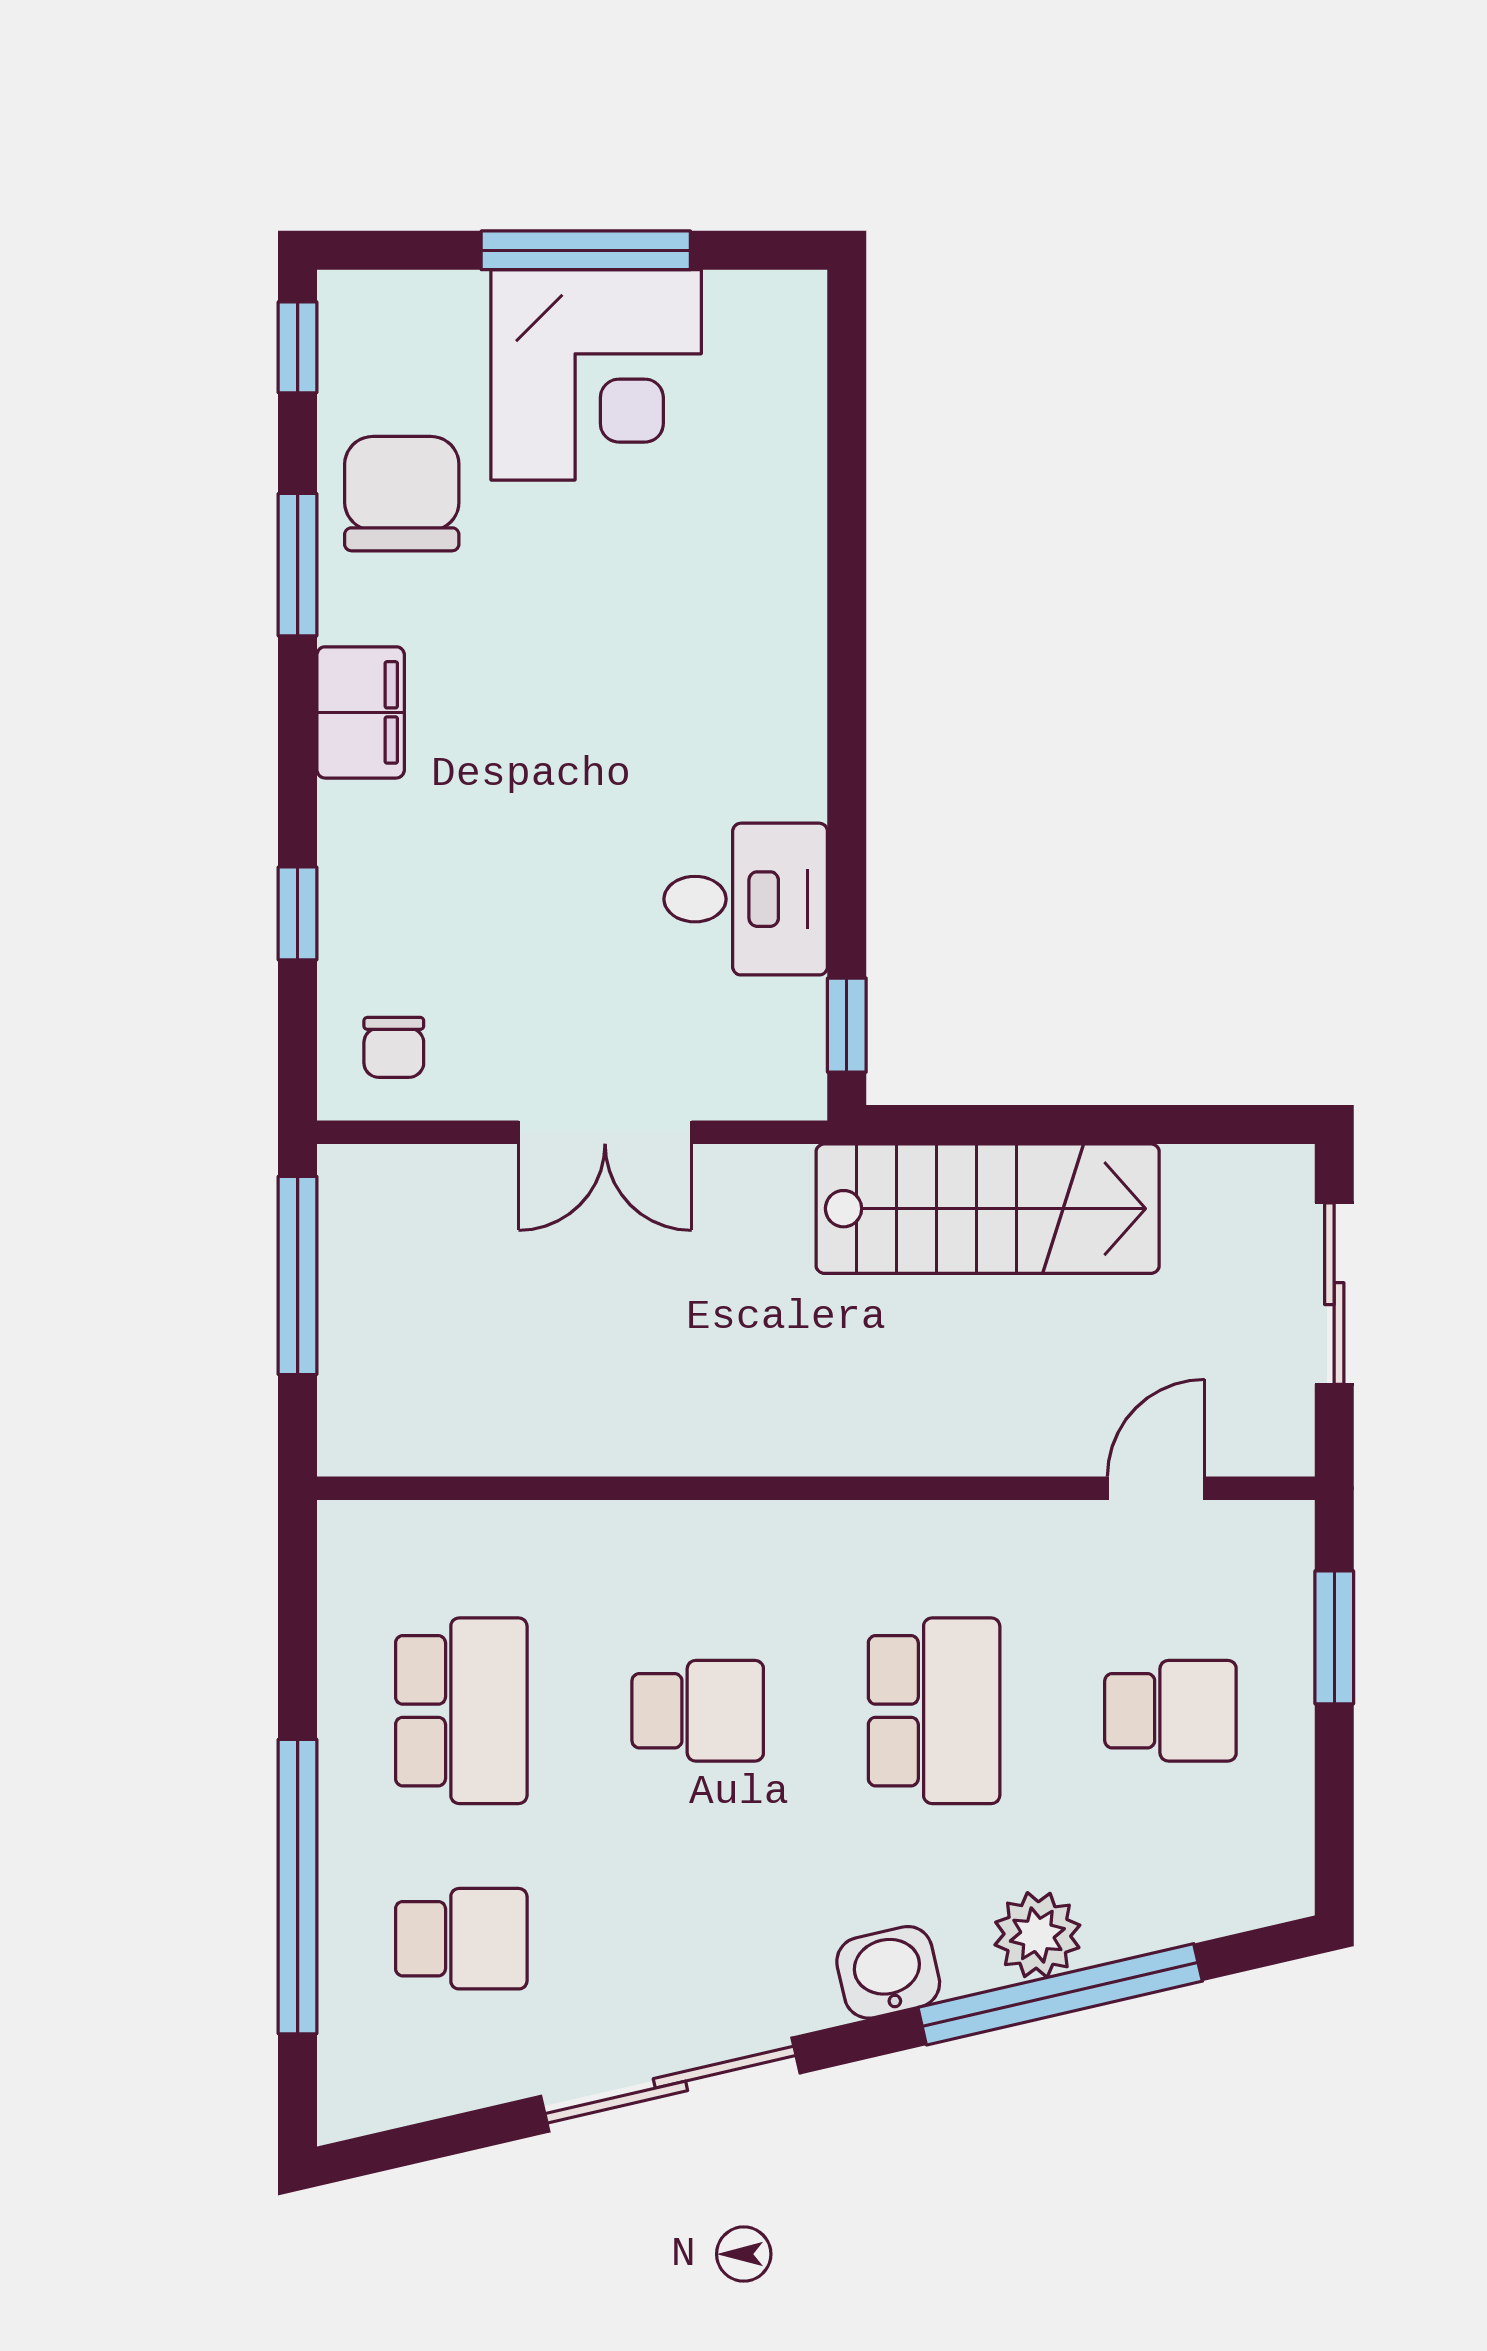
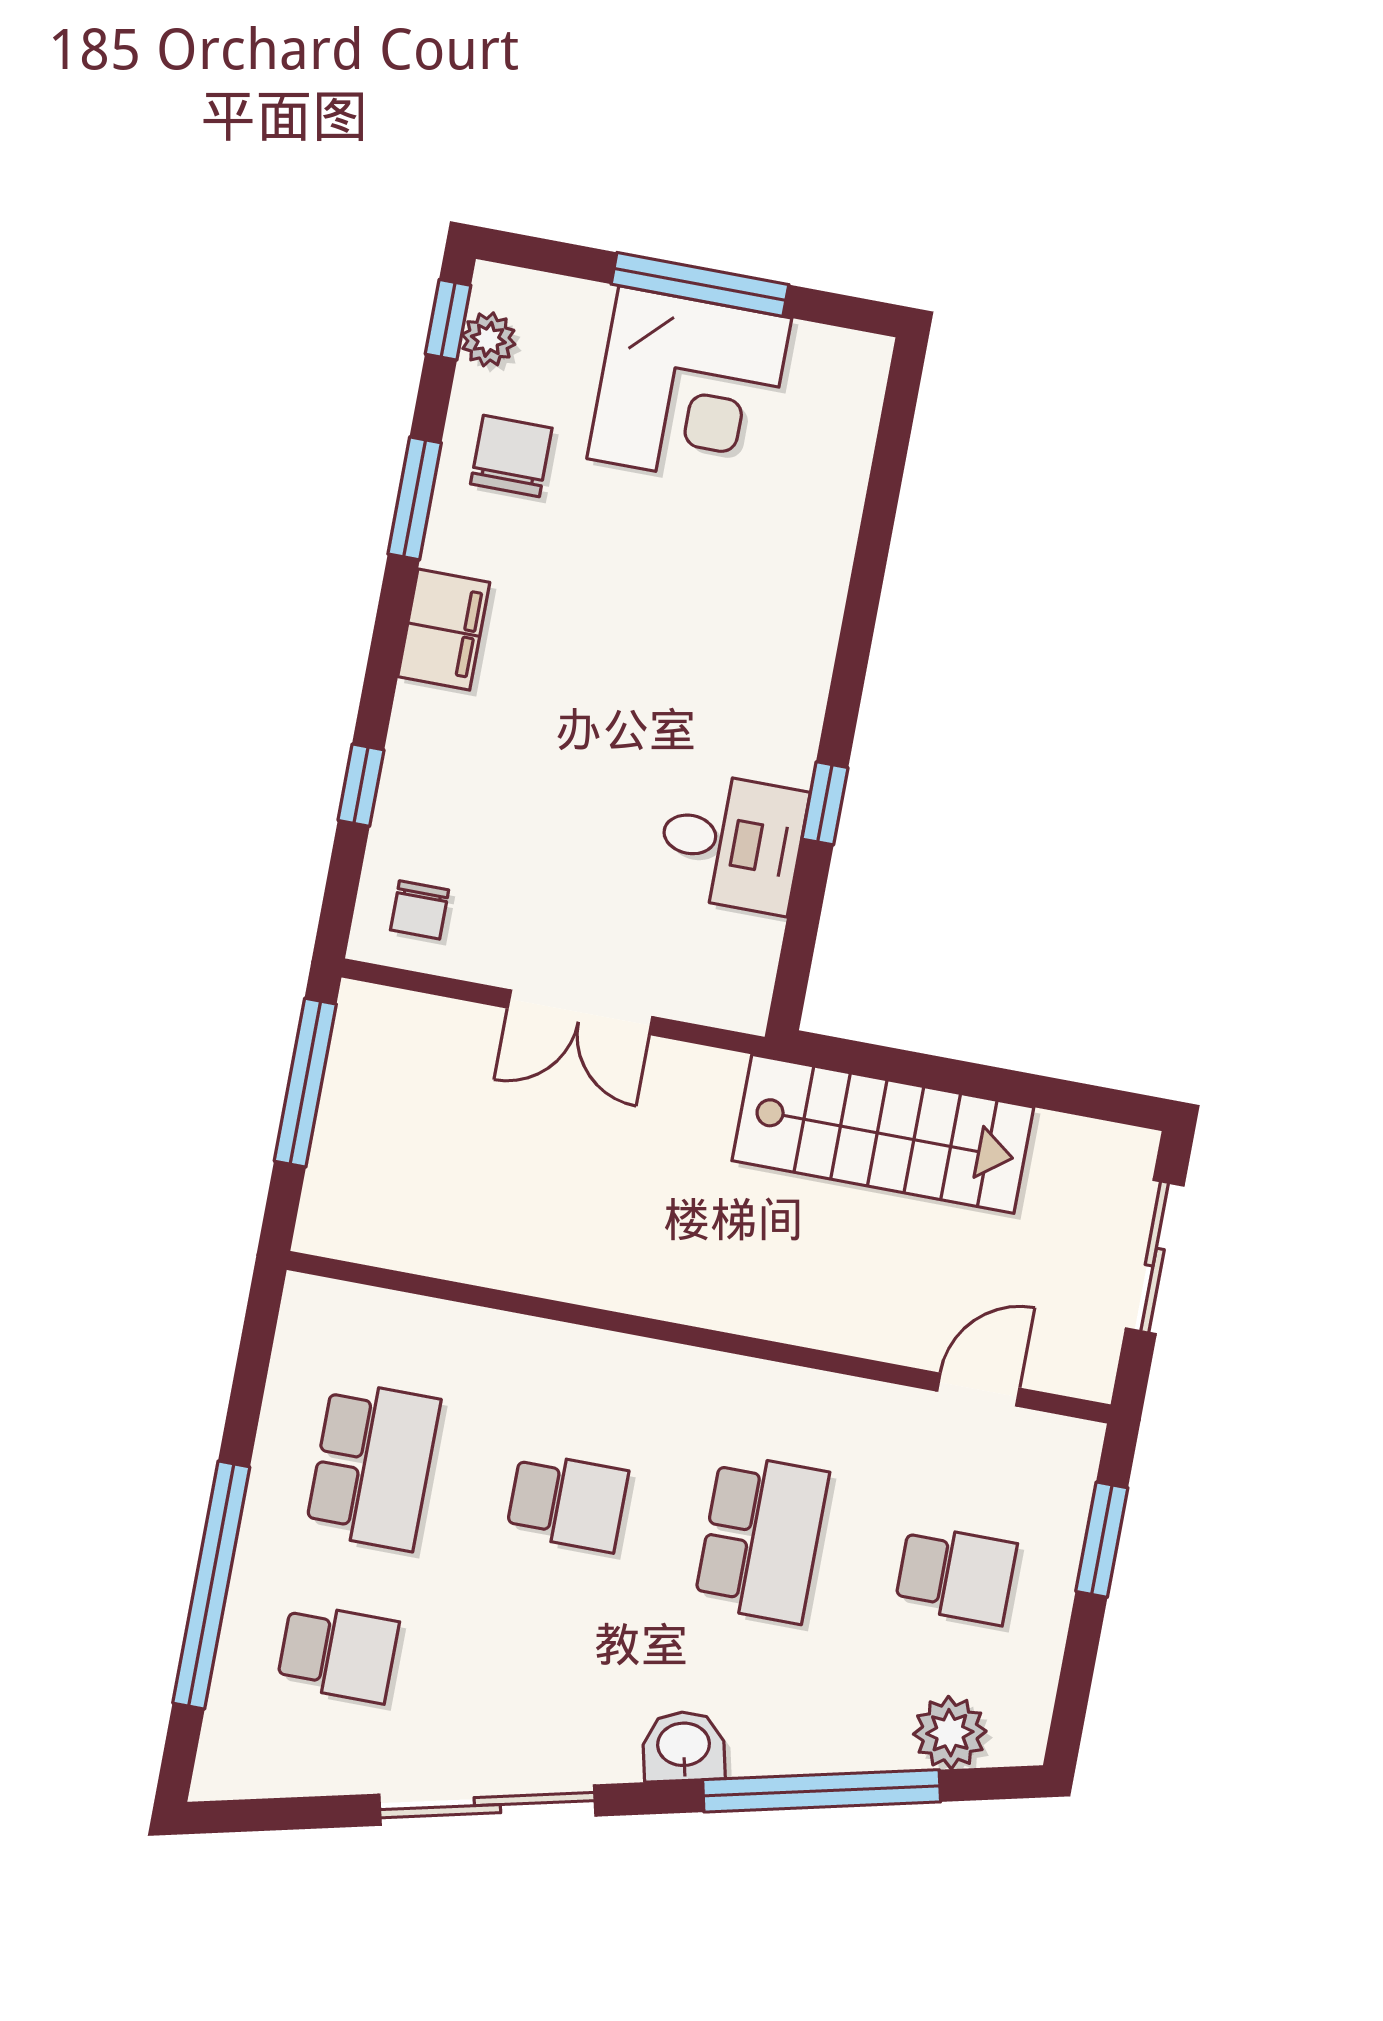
plant: (349, 362) -> (488, 339), added
chair: (402, 494) -> (511, 456), width x0.73, depth x0.73
window: (847, 1025) -> (825, 803), moved
plant: (1037, 1935) -> (950, 1733), moved

